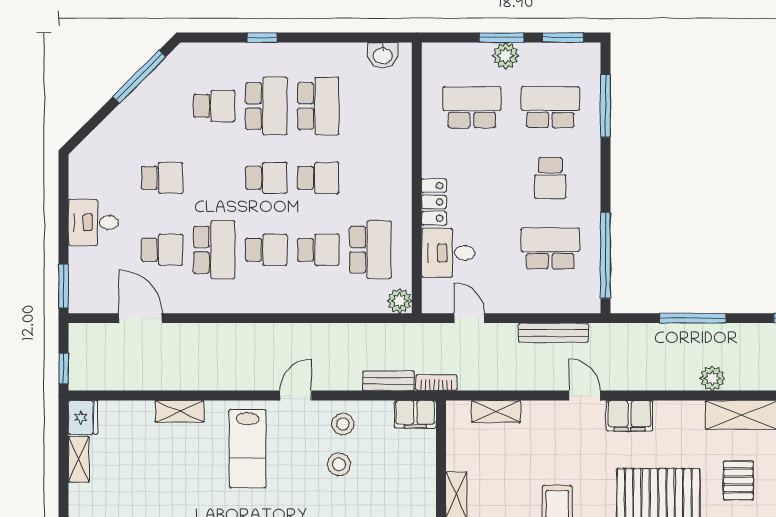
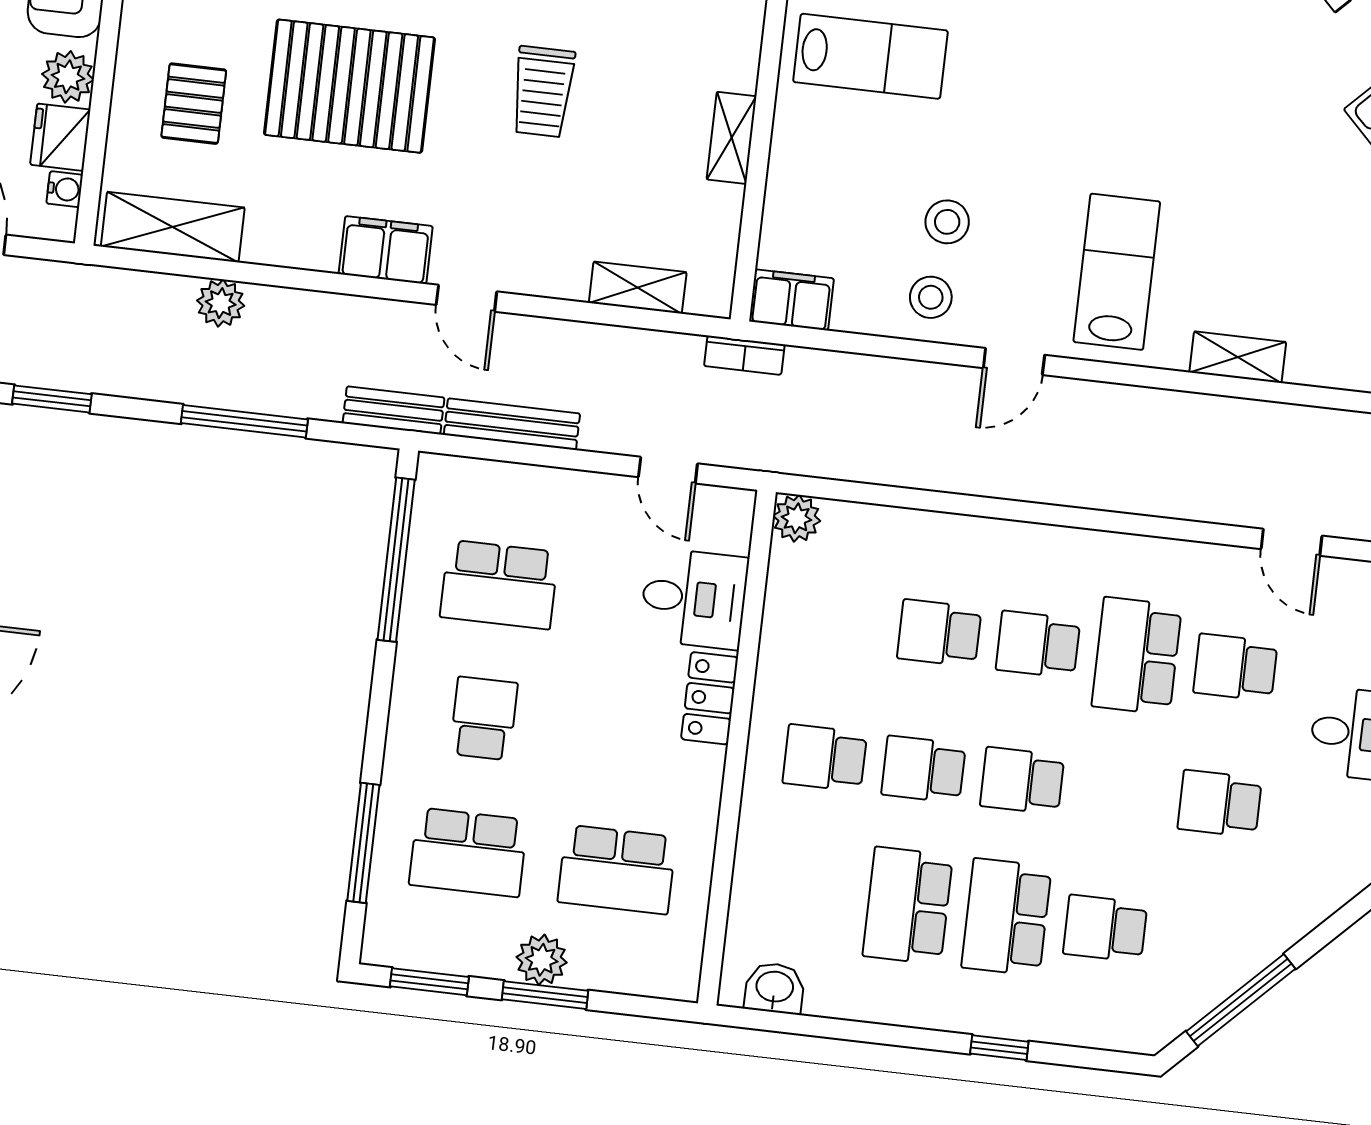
school desk: (370, 250) -> (825, 758), moved, width x0.54
door: (140, 318) -> (1291, 542), width x0.73
bench: (389, 381) -> (394, 410), moved

